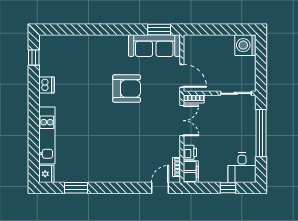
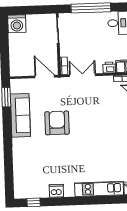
sofa: (154, 46) -> (20, 115), moved
door: (182, 76) -> (45, 77), hinge flipped

